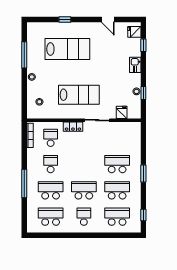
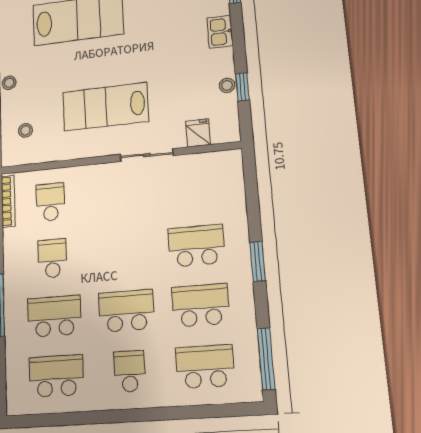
lab bench: (79, 95) -> (105, 107), turned 180
locker: (73, 127) -> (96, 174), removed
window: (143, 215) -> (266, 359), width x2.17

